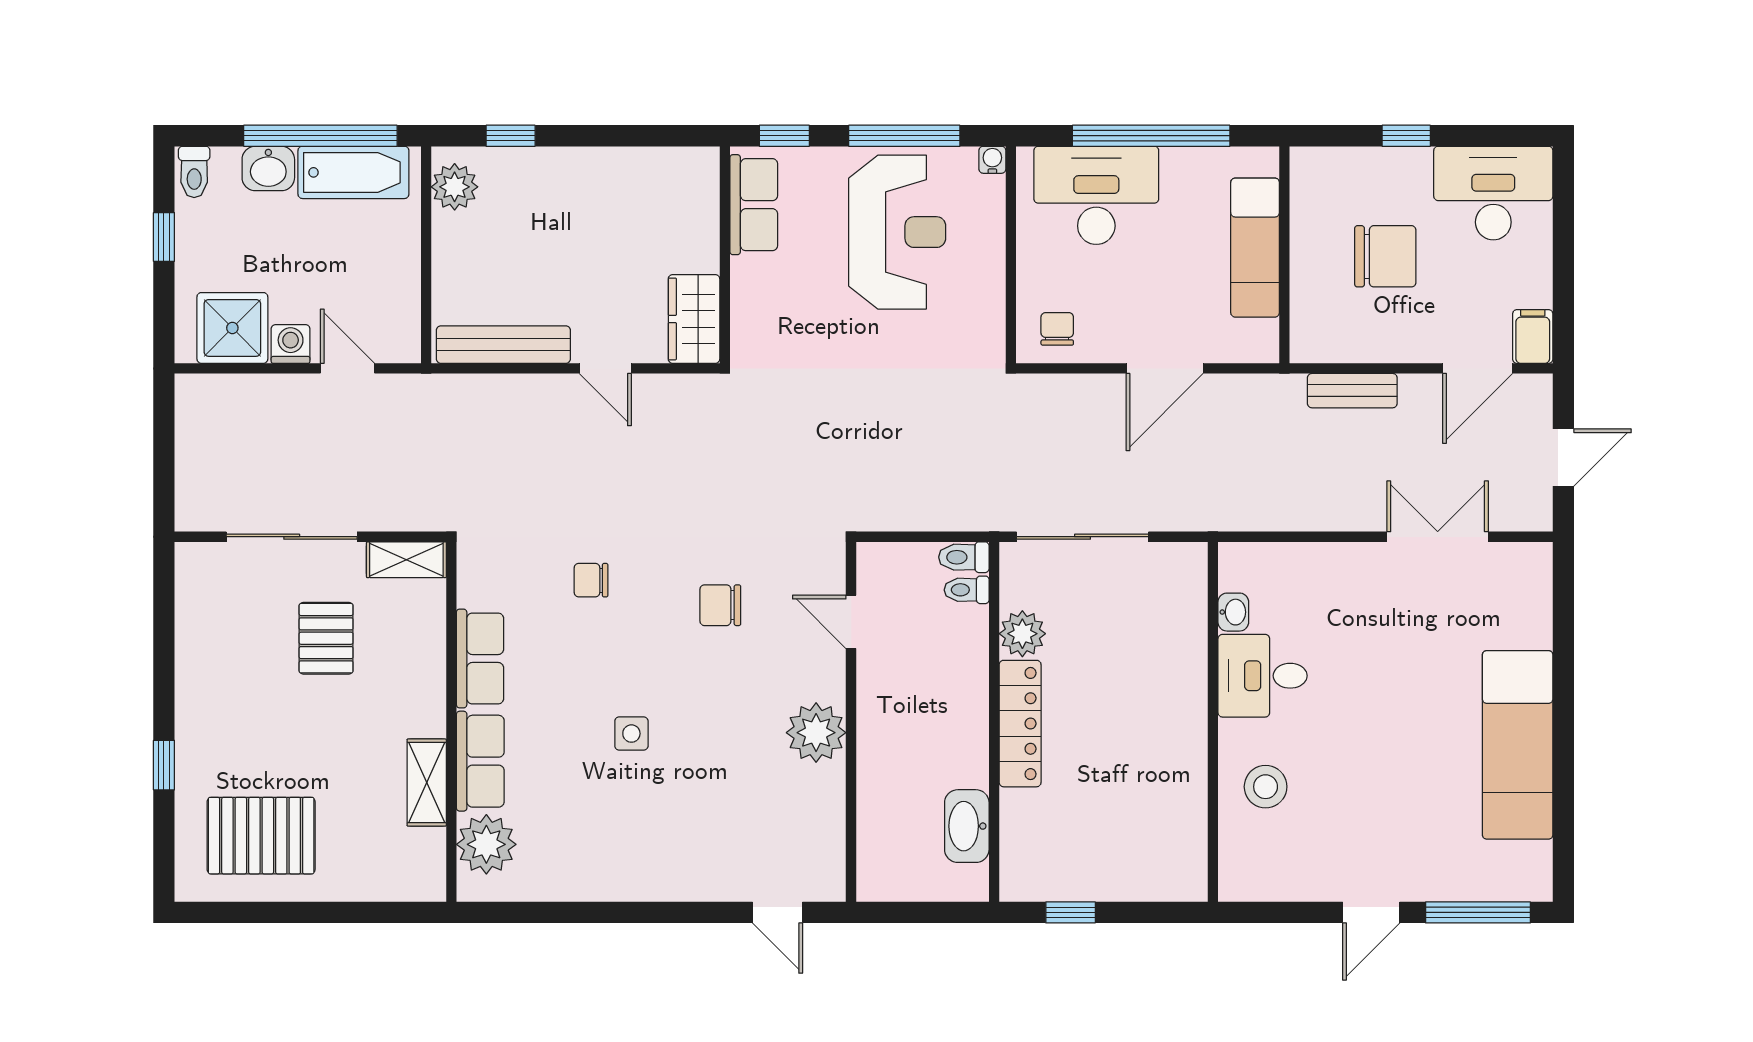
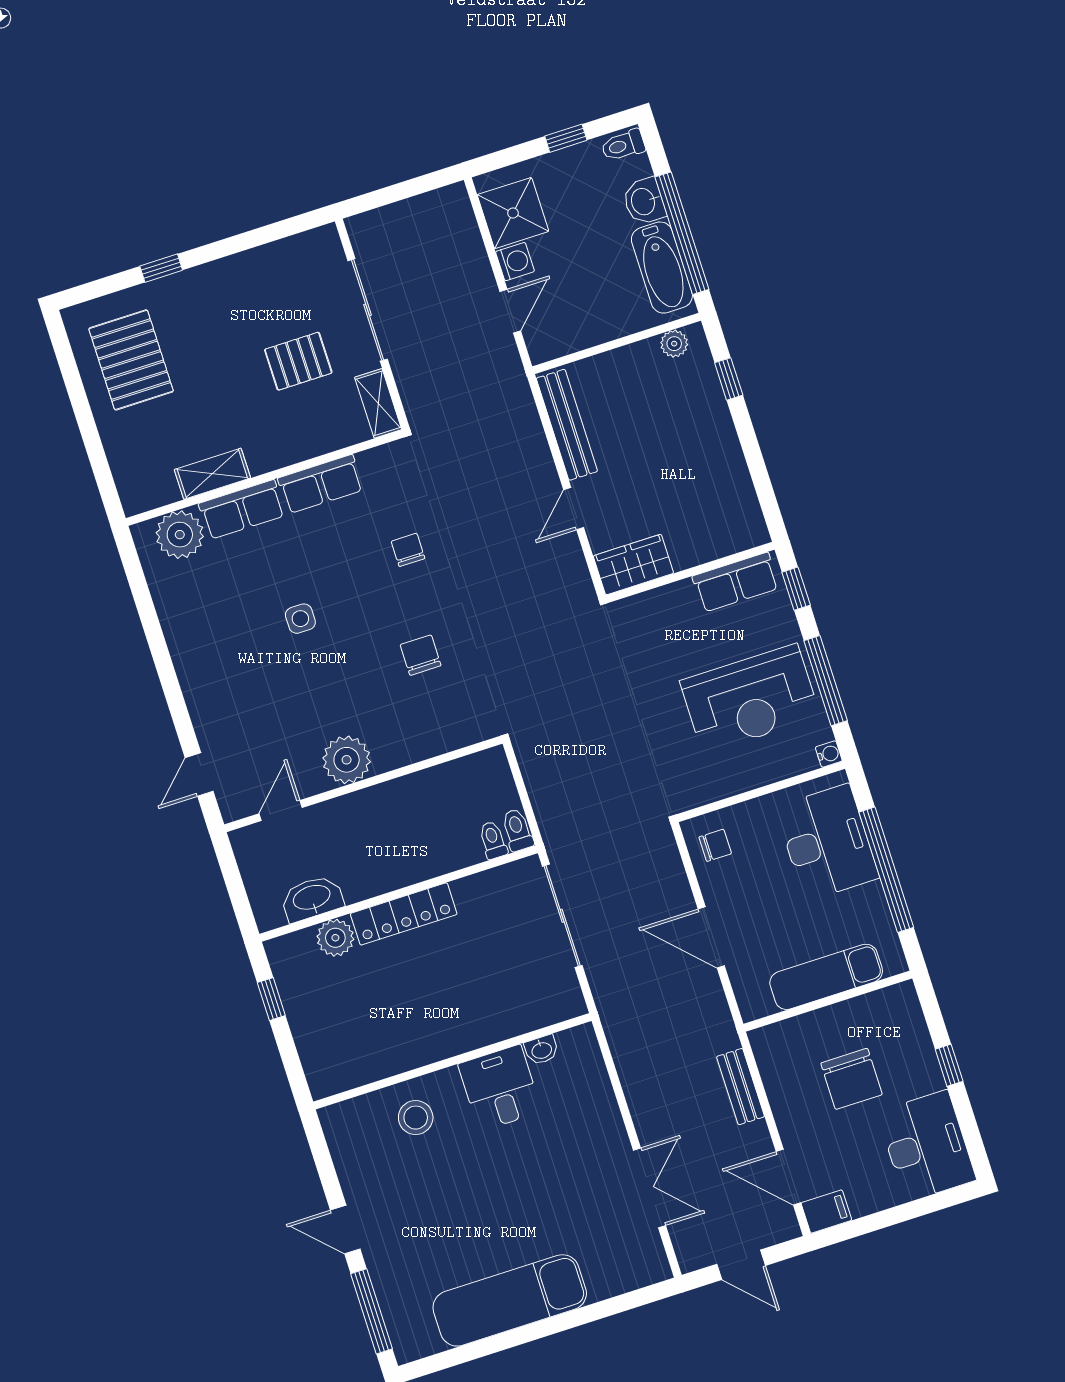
plant: (455, 187) -> (674, 344), width x0.73, depth x0.73
door: (851, 622) -> (281, 811), moved
plant: (1022, 634) -> (335, 938), moved

